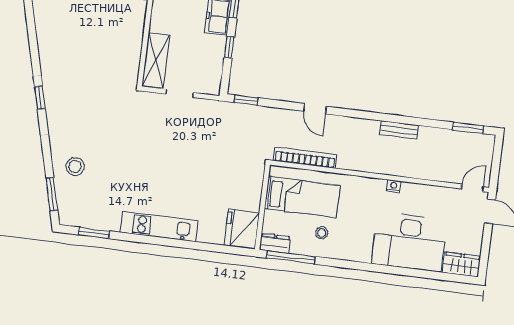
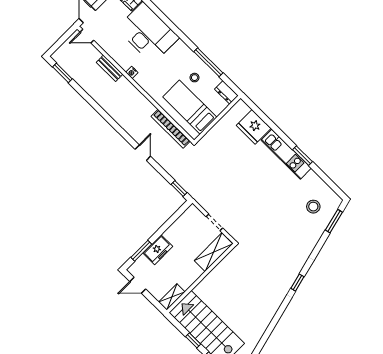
window: (229, 48) -> (165, 227), removed
bench: (399, 130) -> (110, 68), moved
stool: (75, 167) -> (313, 207), moved
fridge: (242, 229) -> (254, 127), moved, turned 90
window: (94, 233) -> (303, 156), moved
window: (291, 257) -> (208, 62), moved

